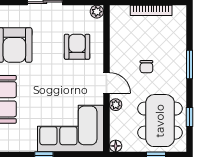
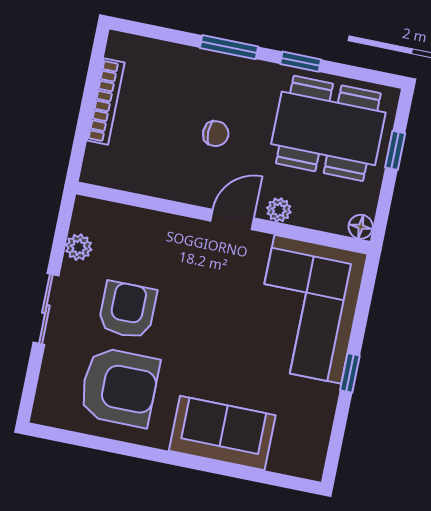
plant: (97, 12) -> (79, 247), moved
armchair: (77, 47) -> (127, 310), moved, turned 90
window: (189, 117) -> (301, 62), moved

